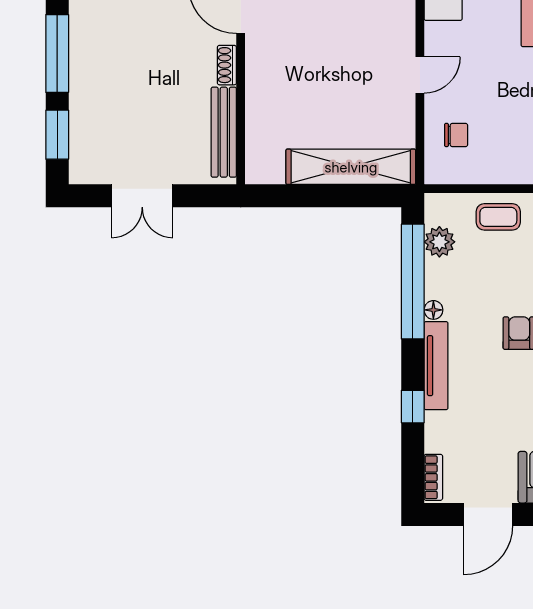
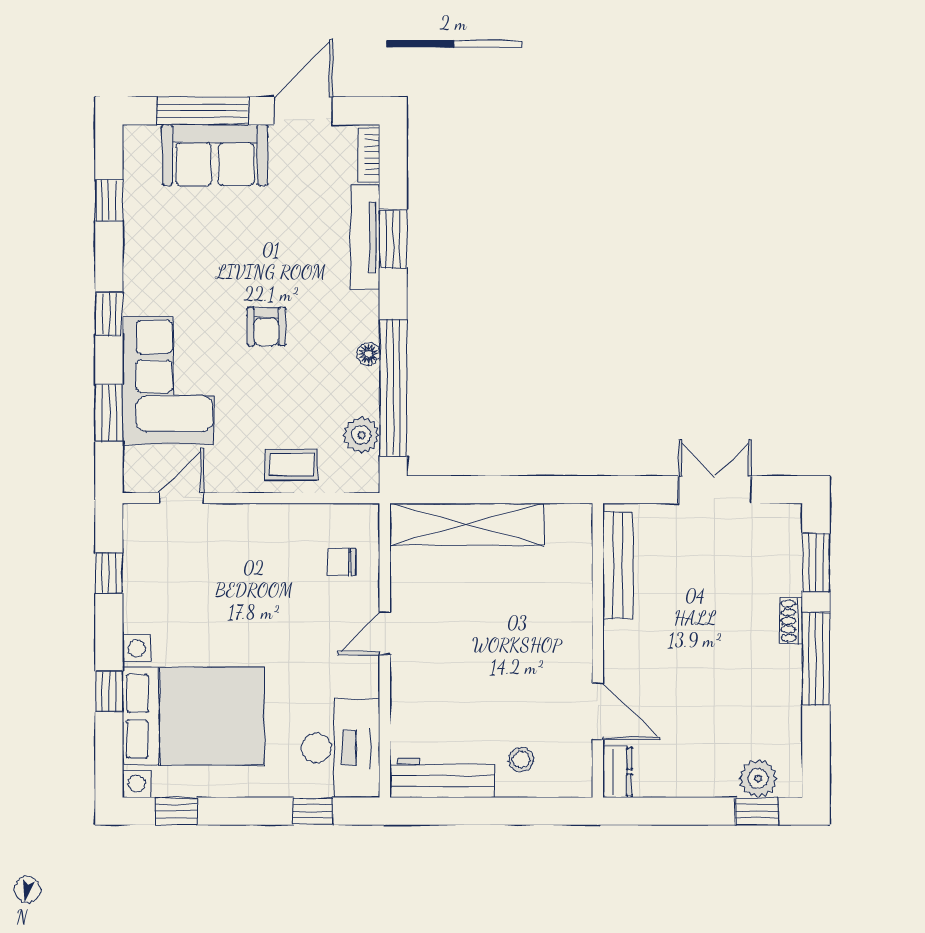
shoe rack: (227, 65) -> (791, 621), moved, turned 180
tv unit: (436, 366) -> (365, 237), moved
window: (413, 407) -> (393, 239), width x1.50

